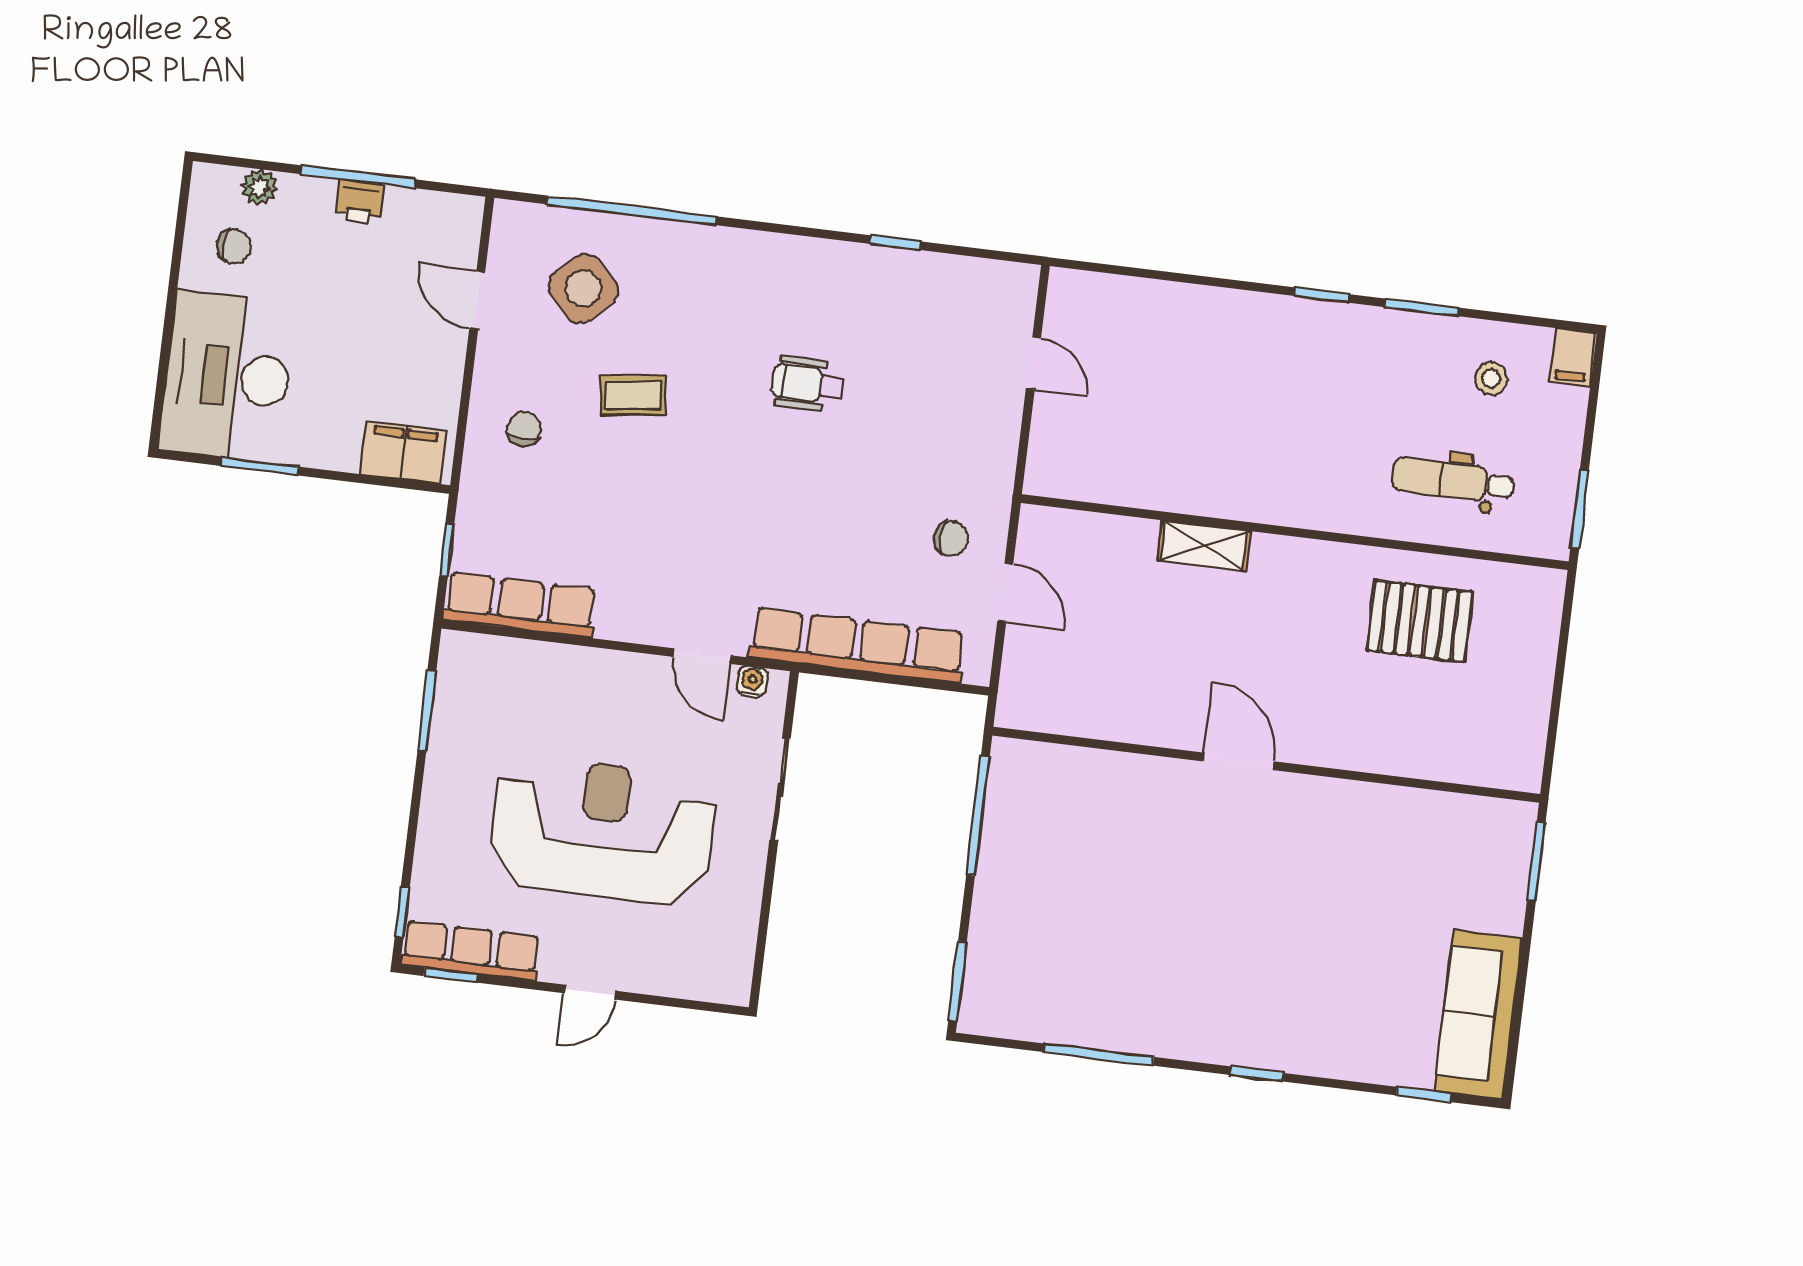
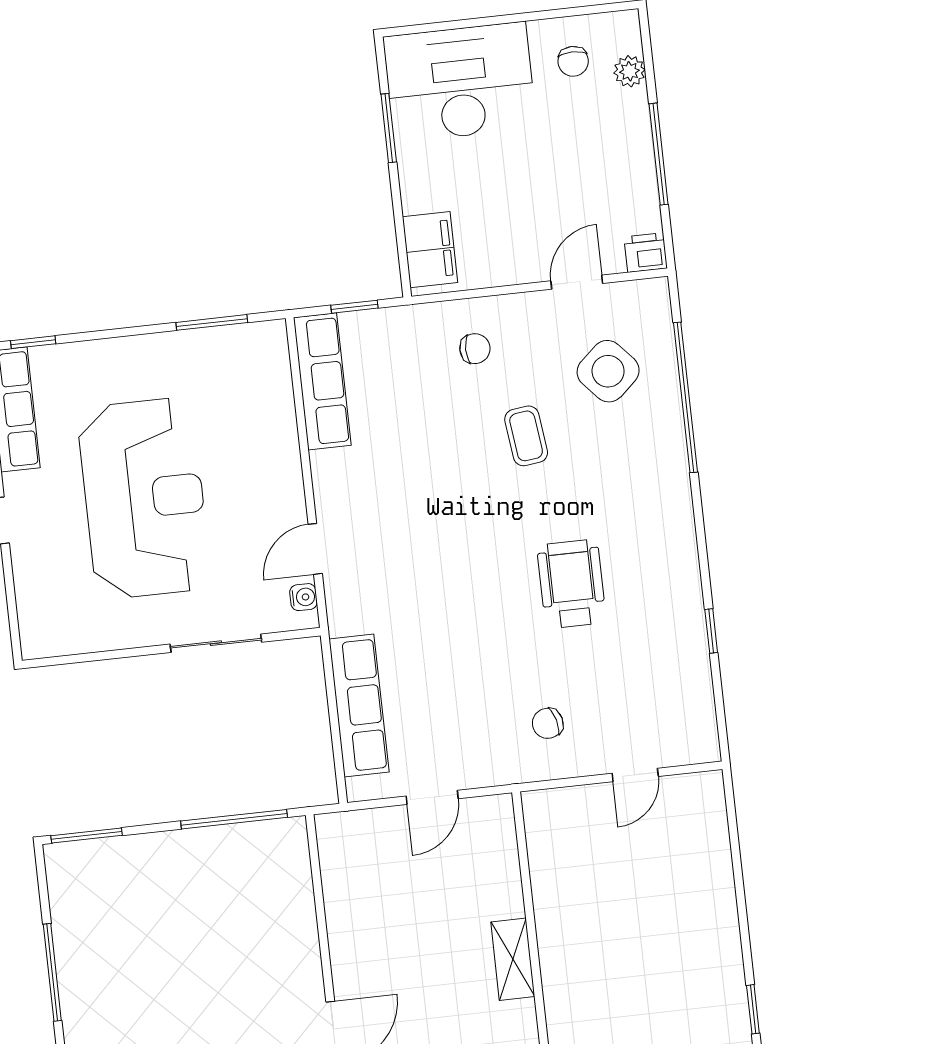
printer: (359, 202) -> (646, 253), moved, turned 90
wheelchair: (807, 384) -> (572, 584), width x1.36, depth x1.37
chair: (951, 538) -> (548, 723), moved, turned 75
row of seats: (857, 645) -> (359, 706), width x0.73

